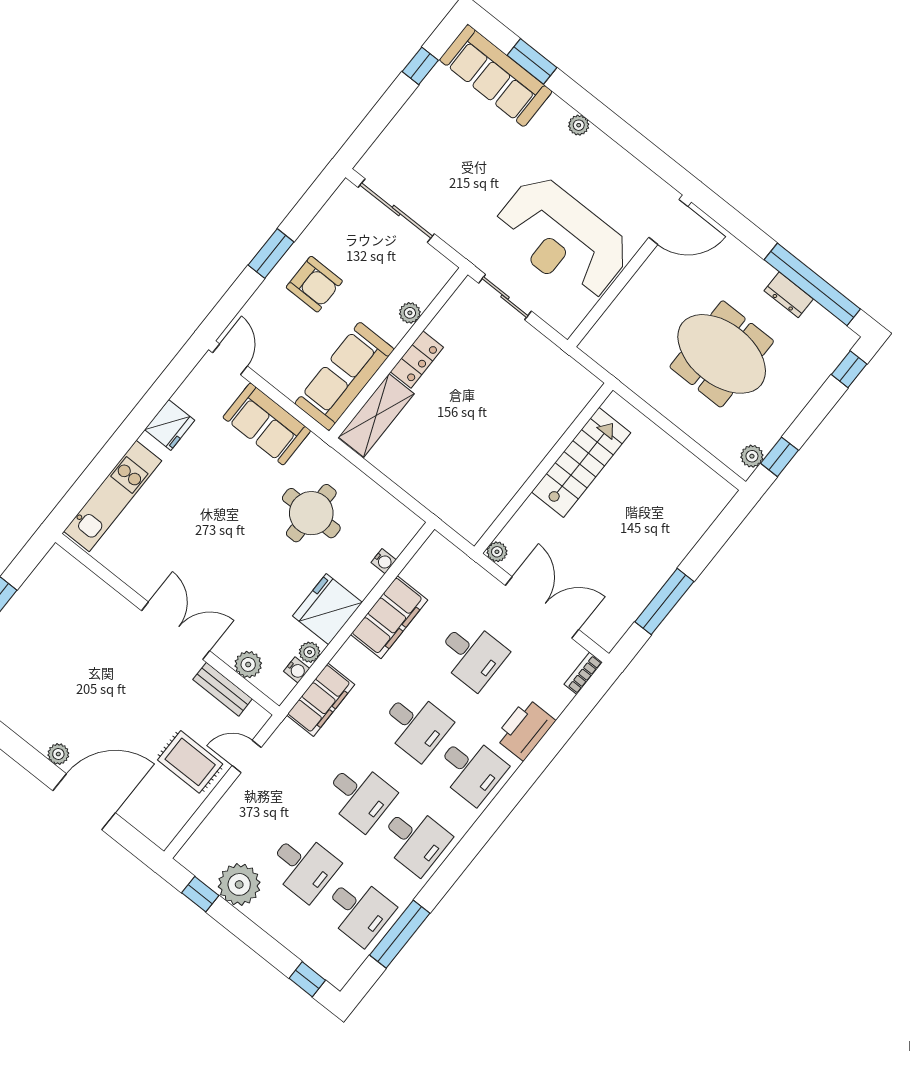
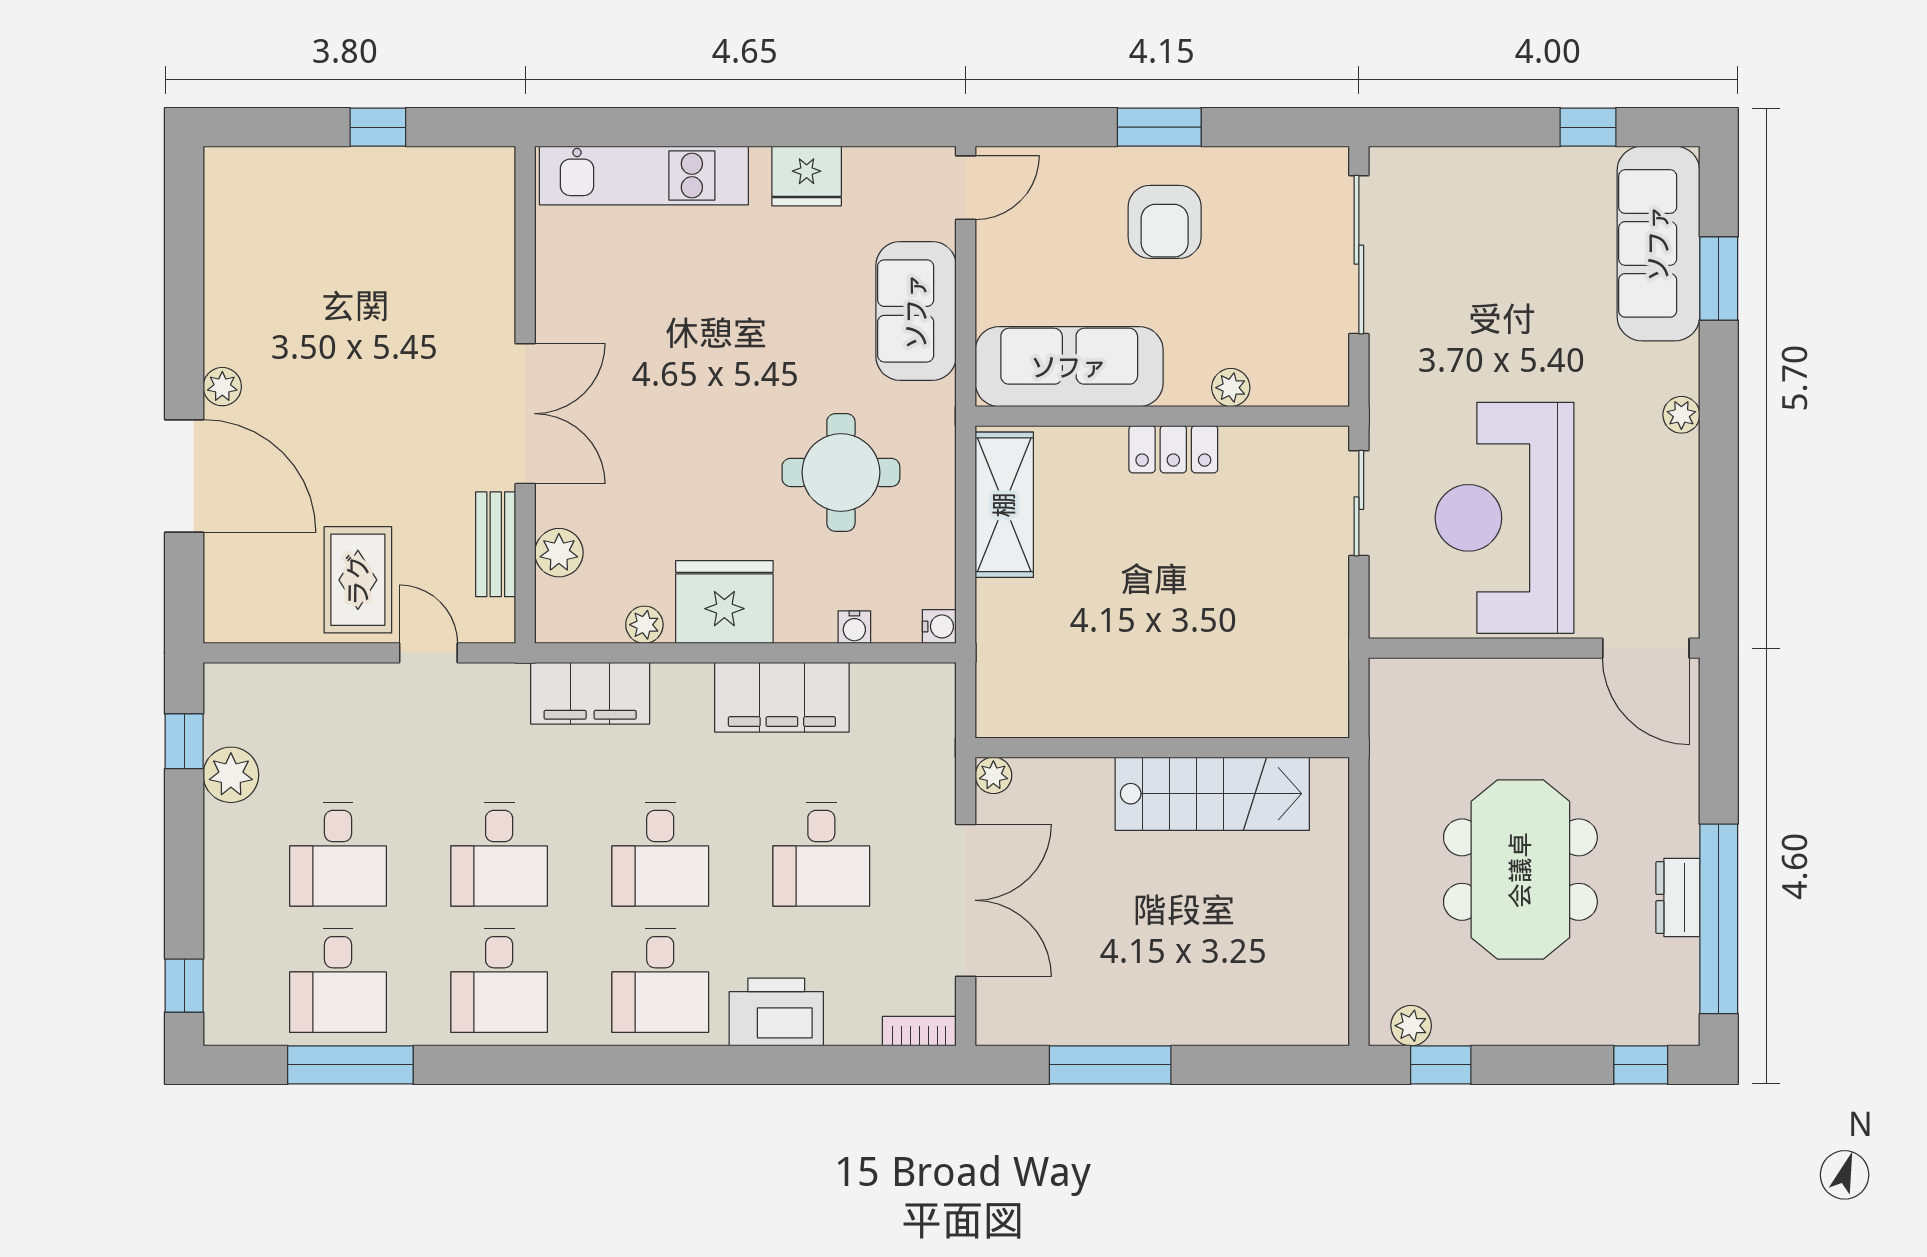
shelving: (376, 415) -> (1004, 505), moved, turned 90
water cooler: (297, 670) -> (939, 626), moved, turned -90
plant: (239, 884) -> (231, 775), width x0.73, depth x0.73

